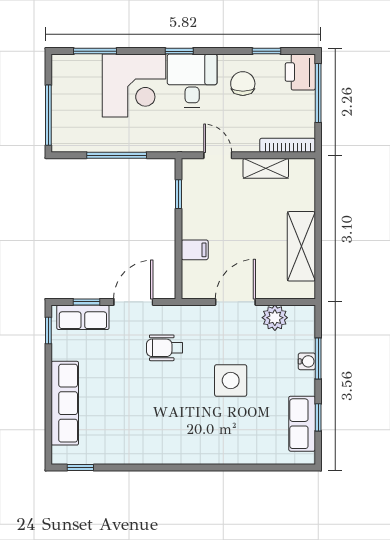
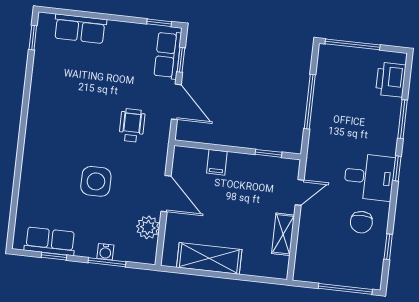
window: (95, 51) -> (402, 119), moved
printer: (300, 72) -> (391, 80), moved, turned -90
chair: (243, 84) -> (361, 222), turned 90
corner desk: (134, 85) -> (371, 124), removed
bookcase: (288, 145) -> (301, 256), removed
row of seats: (65, 403) -> (80, 29), width x0.68

